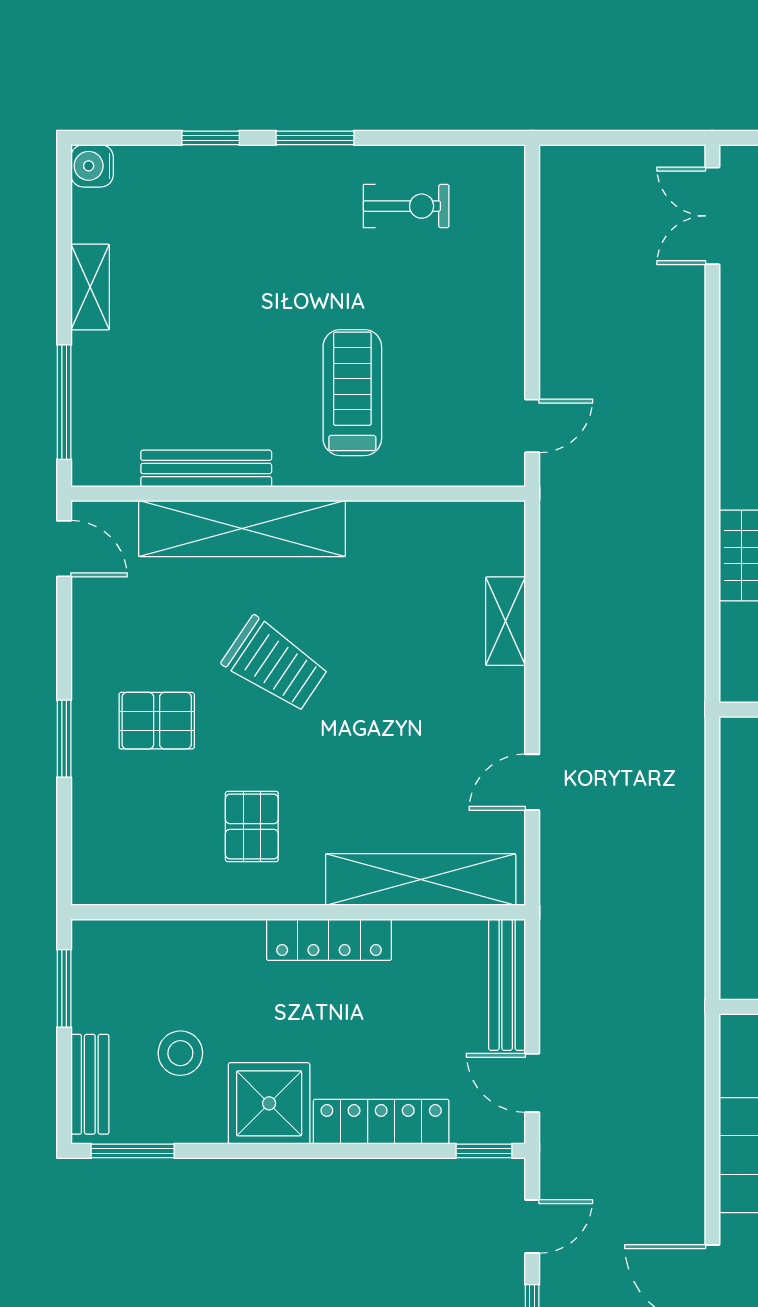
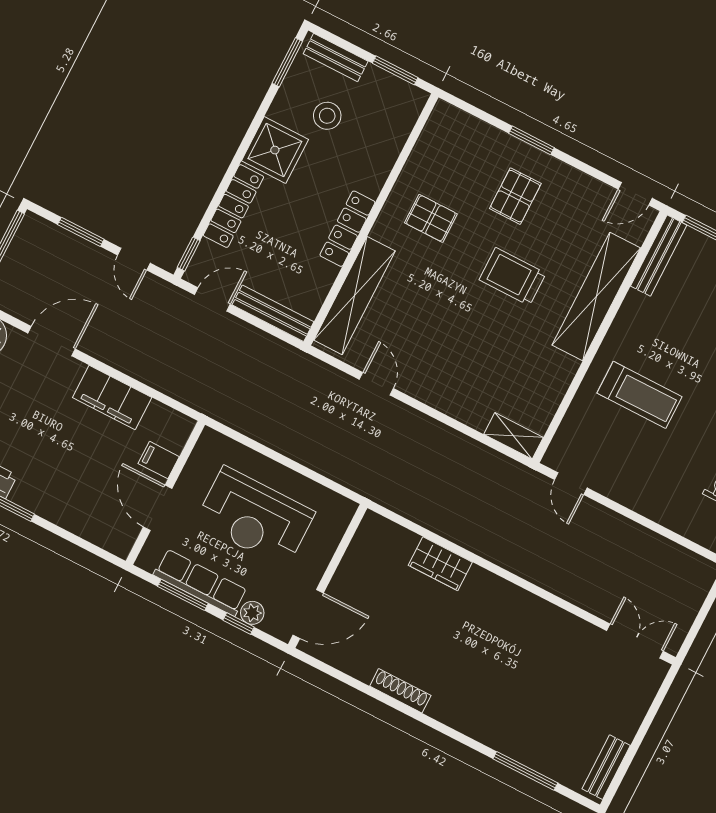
bench: (206, 468) -> (659, 256), moved
shelving: (506, 621) -> (514, 436), moved
trolley: (275, 665) -> (513, 277), turned 56

